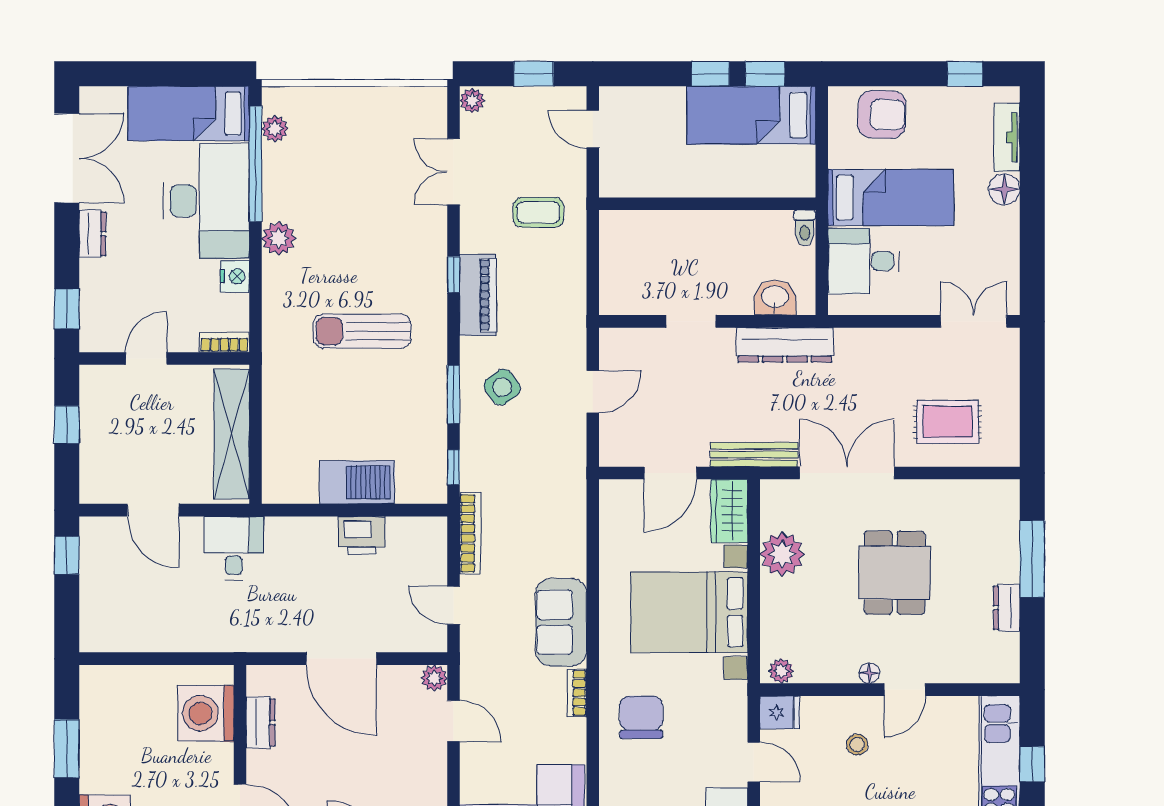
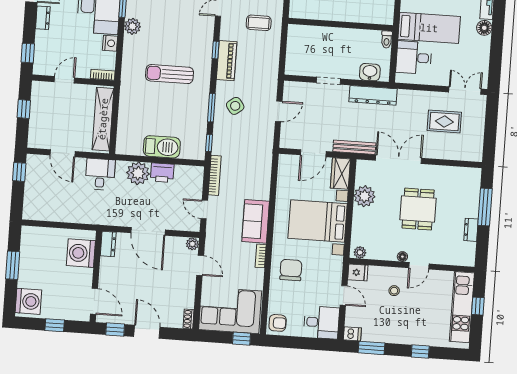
rug: (948, 422) -> (444, 121), moved
plant: (312, 540) -> (138, 173), added
dresser: (261, 723) -> (108, 244), moved

